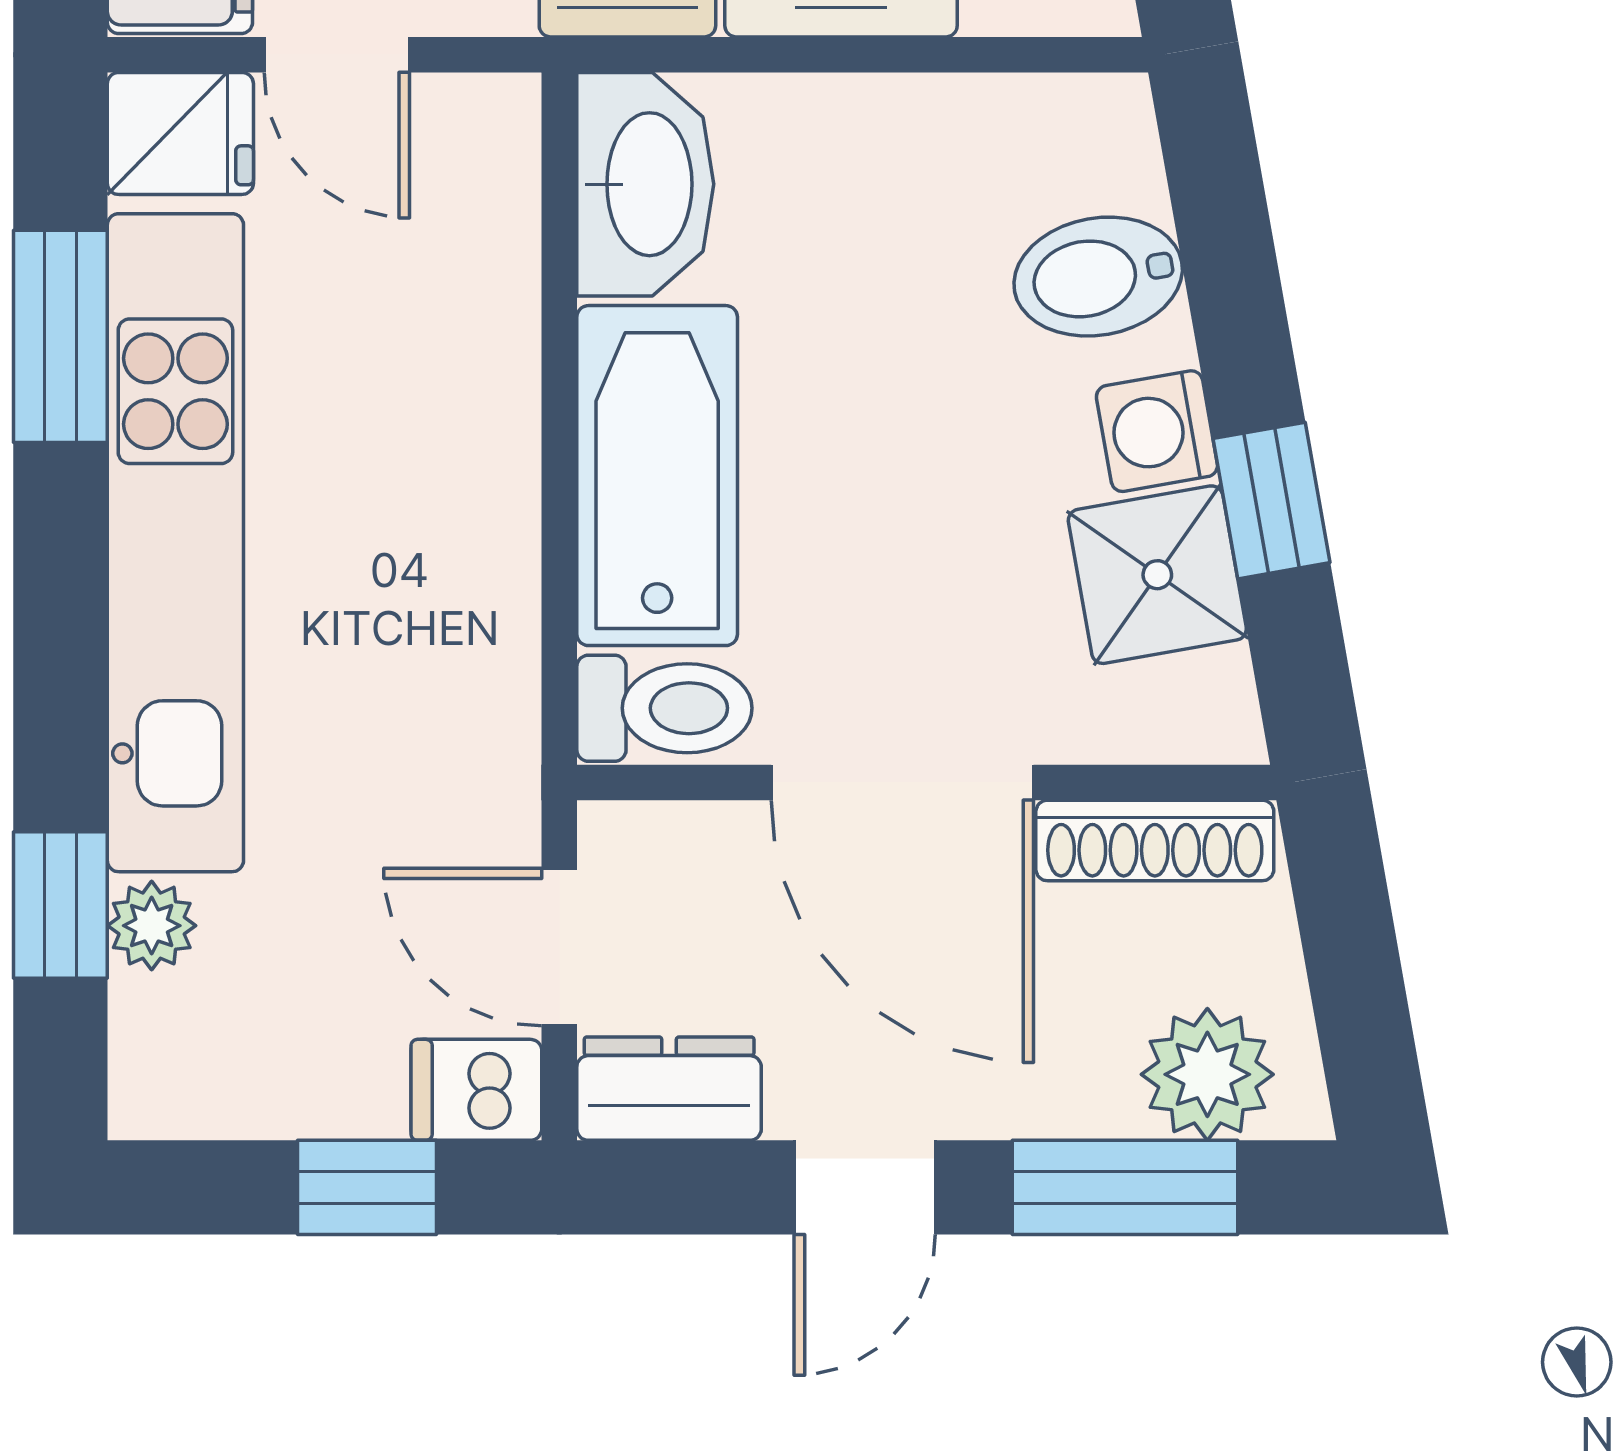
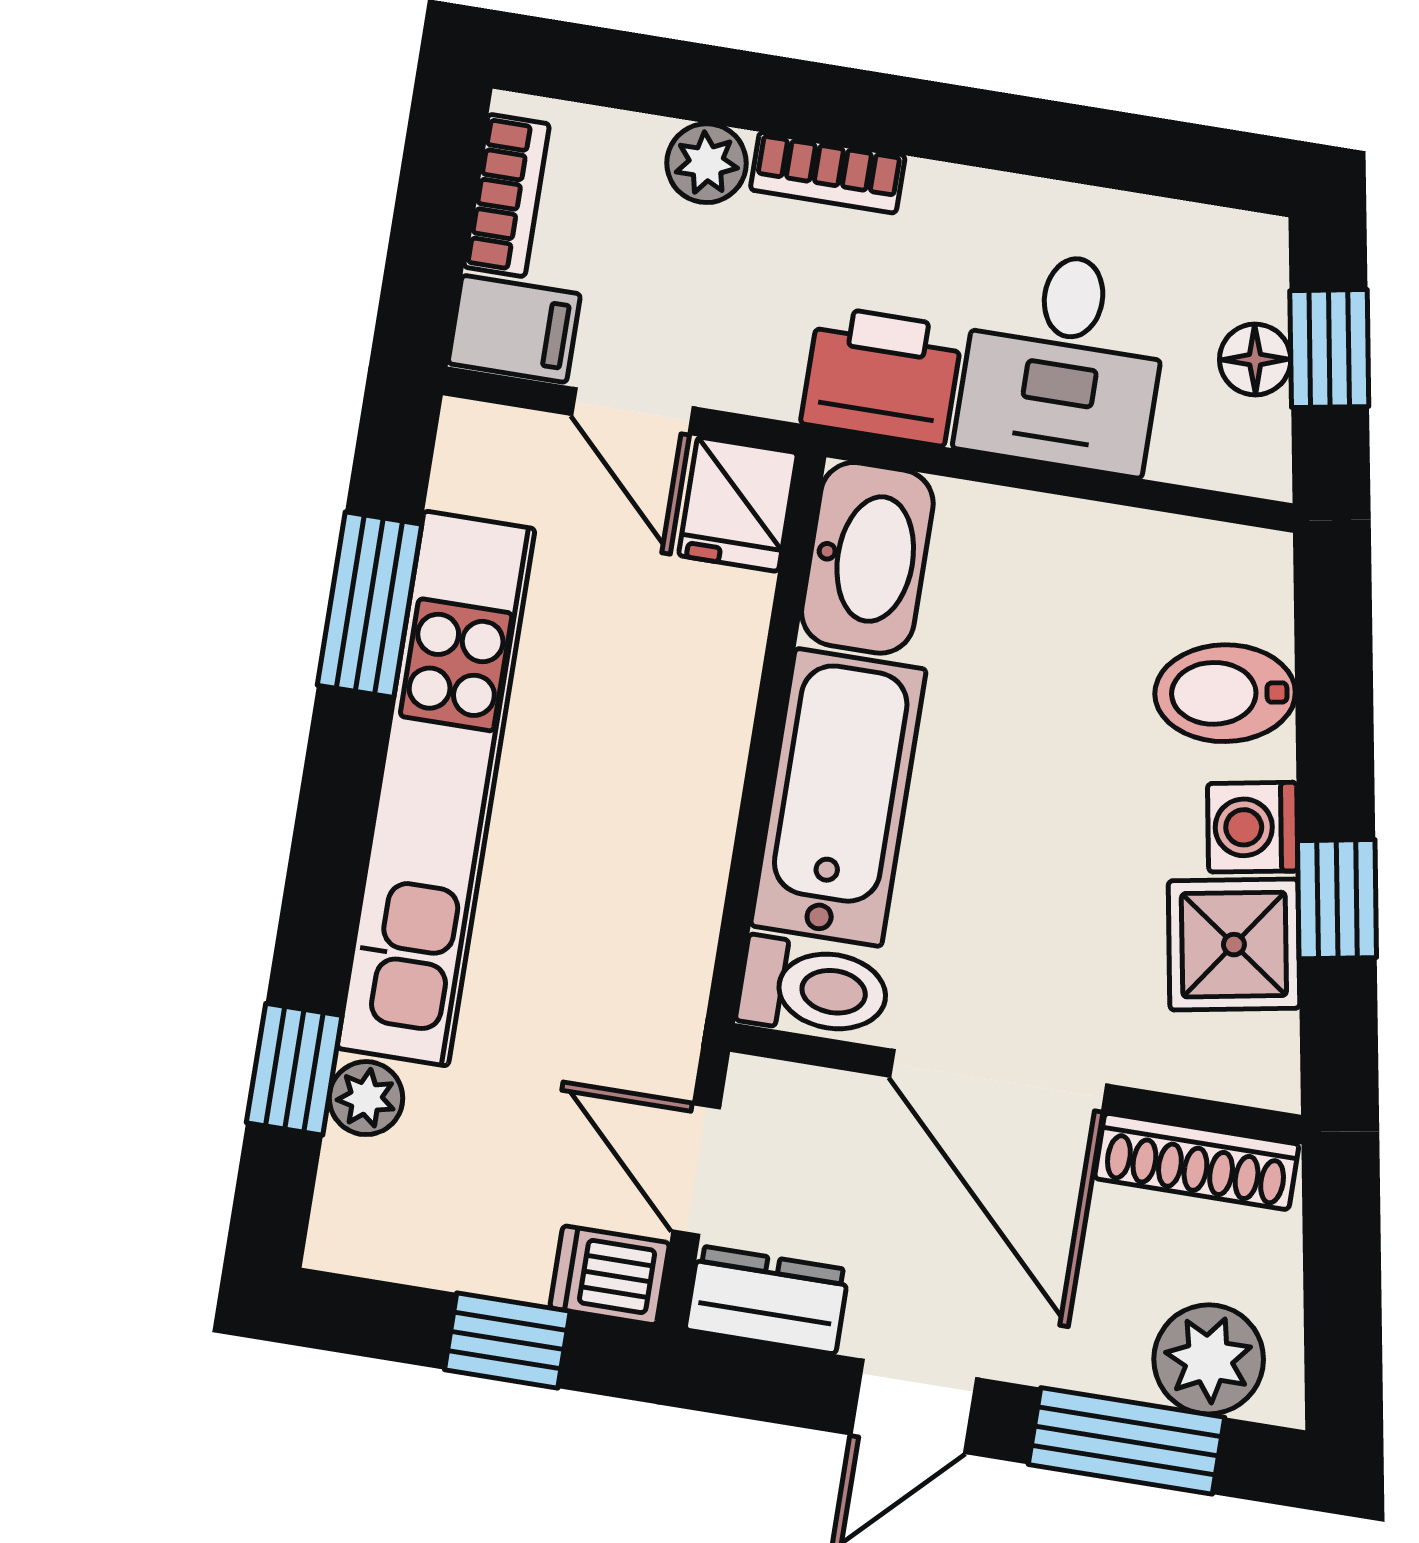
fridge: (180, 133) -> (738, 504), moved, turned 90

